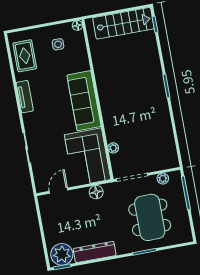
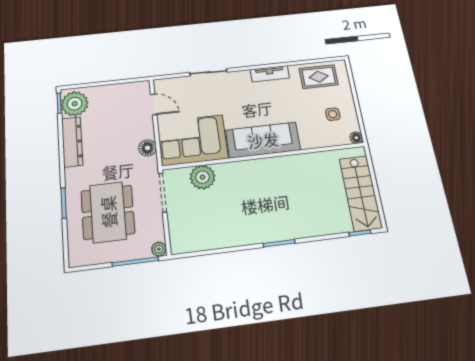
plant: (113, 148) -> (202, 177), width x1.87, depth x1.87
plant: (163, 179) -> (159, 249), moved
dining table: (150, 217) -> (108, 212), turned 90

